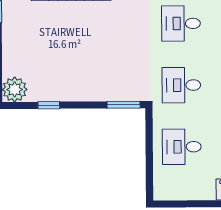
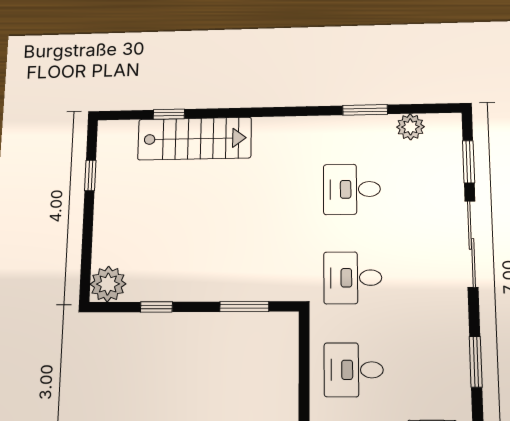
window: (124, 105) -> (244, 307), moved

